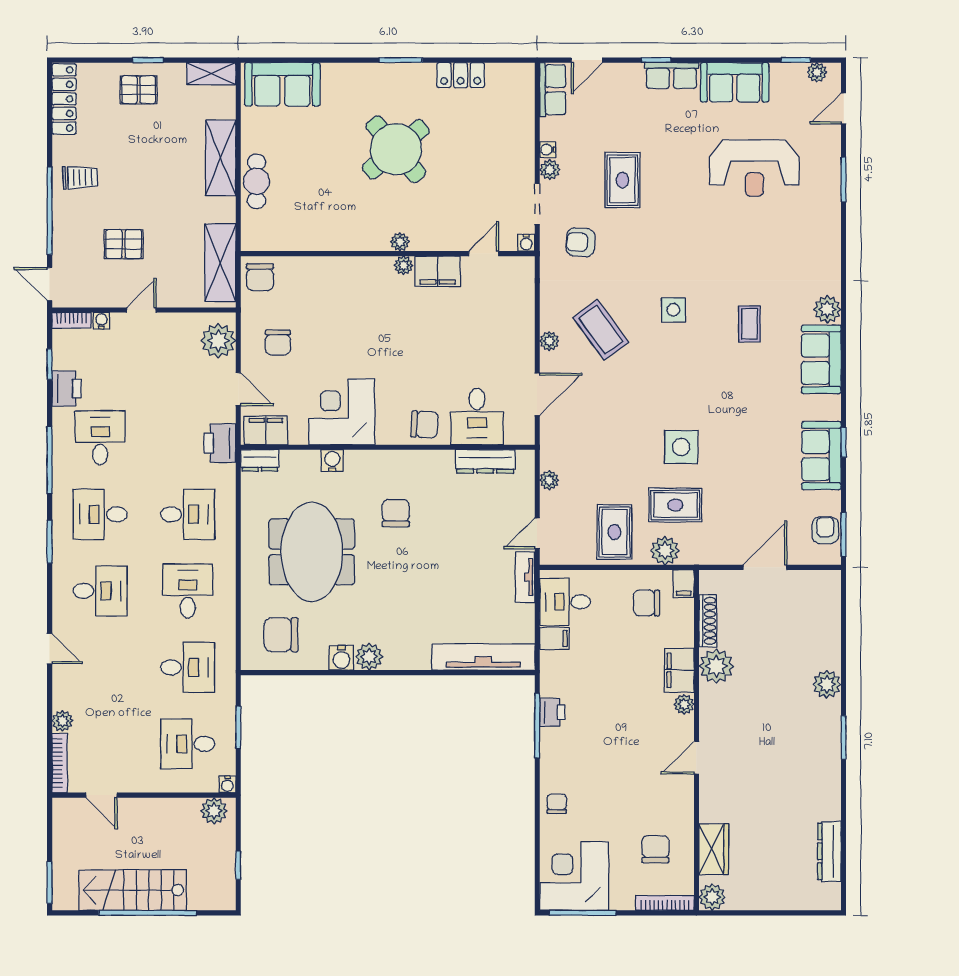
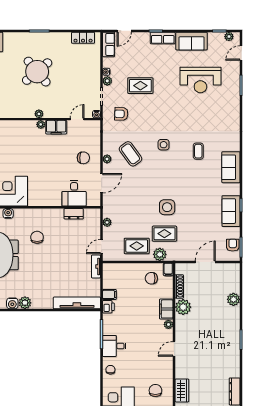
locker: (461, 75) -> (83, 38), moved
rug: (622, 180) -> (140, 86), turned 90
plant: (827, 309) -> (234, 145), removed
chair: (425, 425) -> (83, 158), moved
dresser: (485, 461) -> (74, 214), width x0.70
rug: (614, 532) -> (137, 246), turned 90
desk: (565, 602) -> (114, 346), moved
plant: (827, 684) -> (233, 299), moved
printer: (552, 712) -> (108, 307), moved

